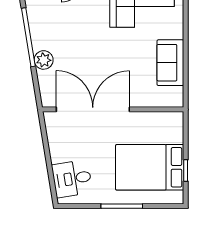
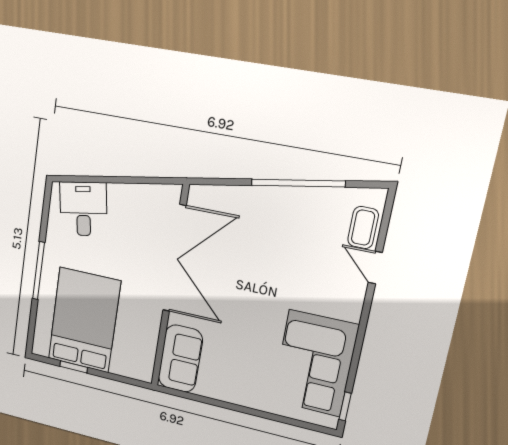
plant: (44, 60) -> (259, 200), removed
sofa: (170, 63) -> (180, 359), moved, turned 90

